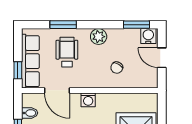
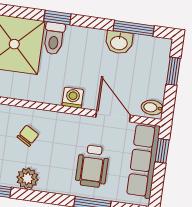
plant: (99, 37) -> (27, 178), moved
bidet: (30, 113) -> (152, 108), moved

